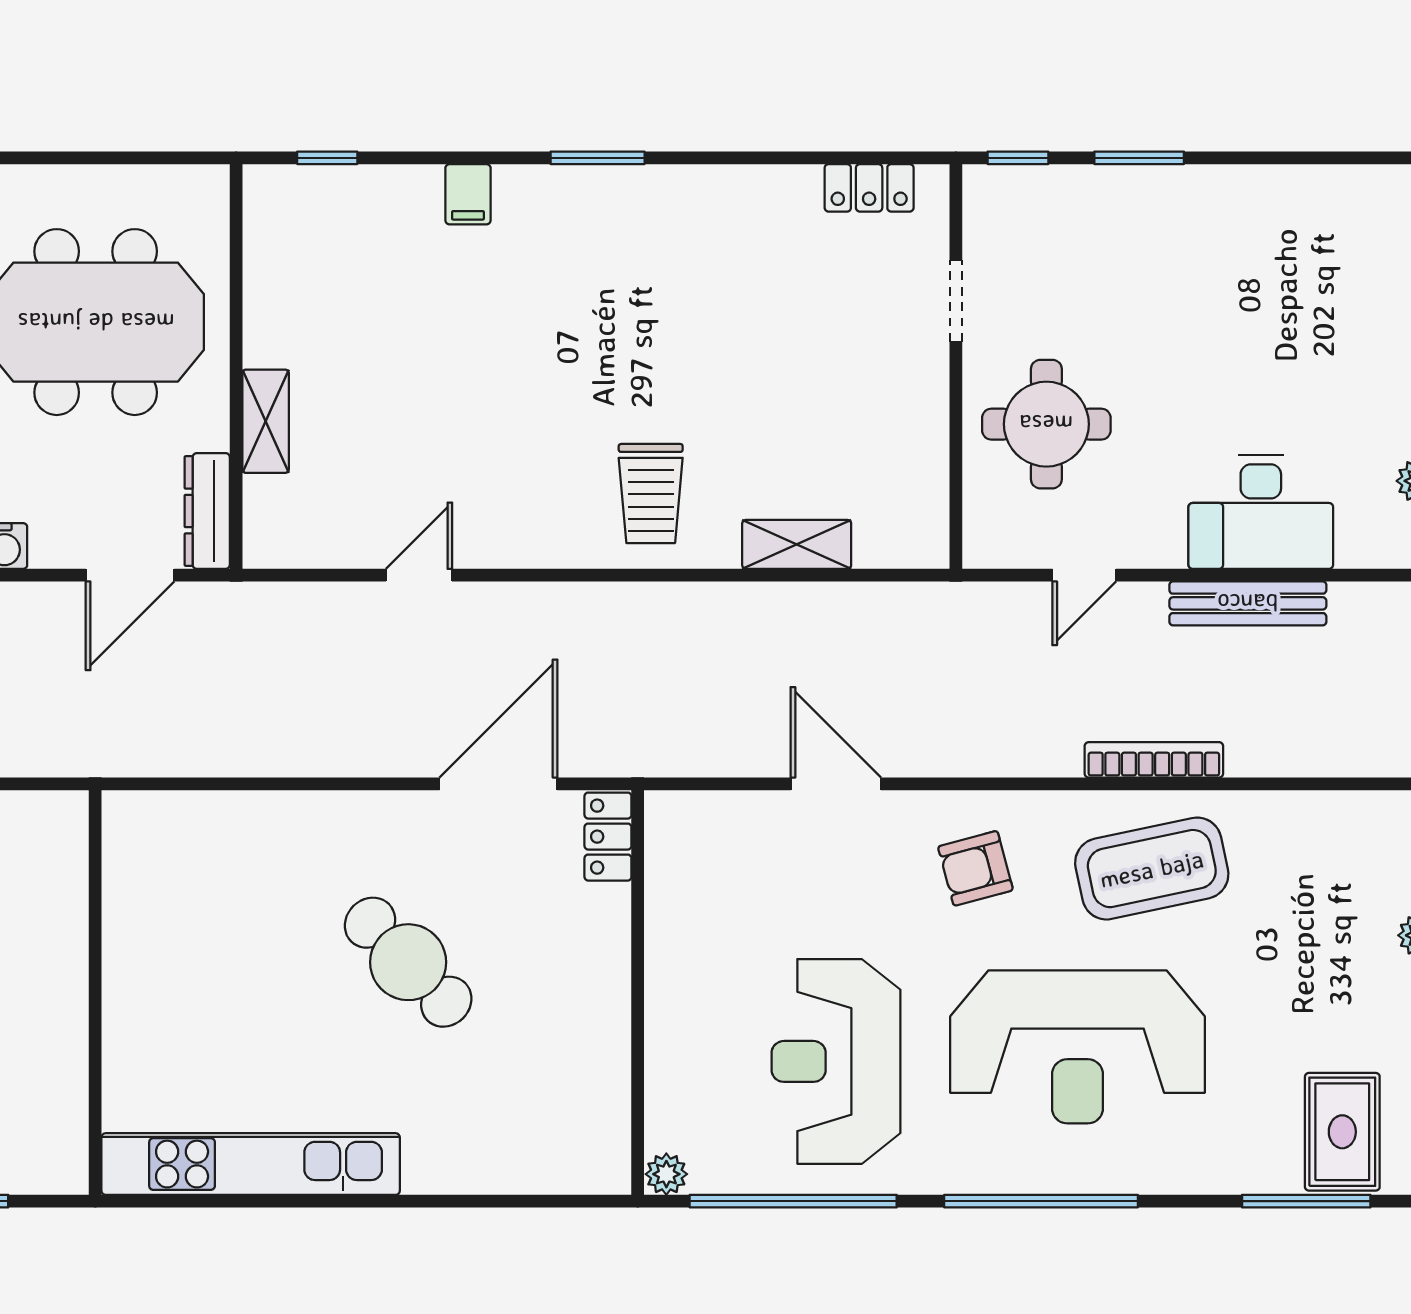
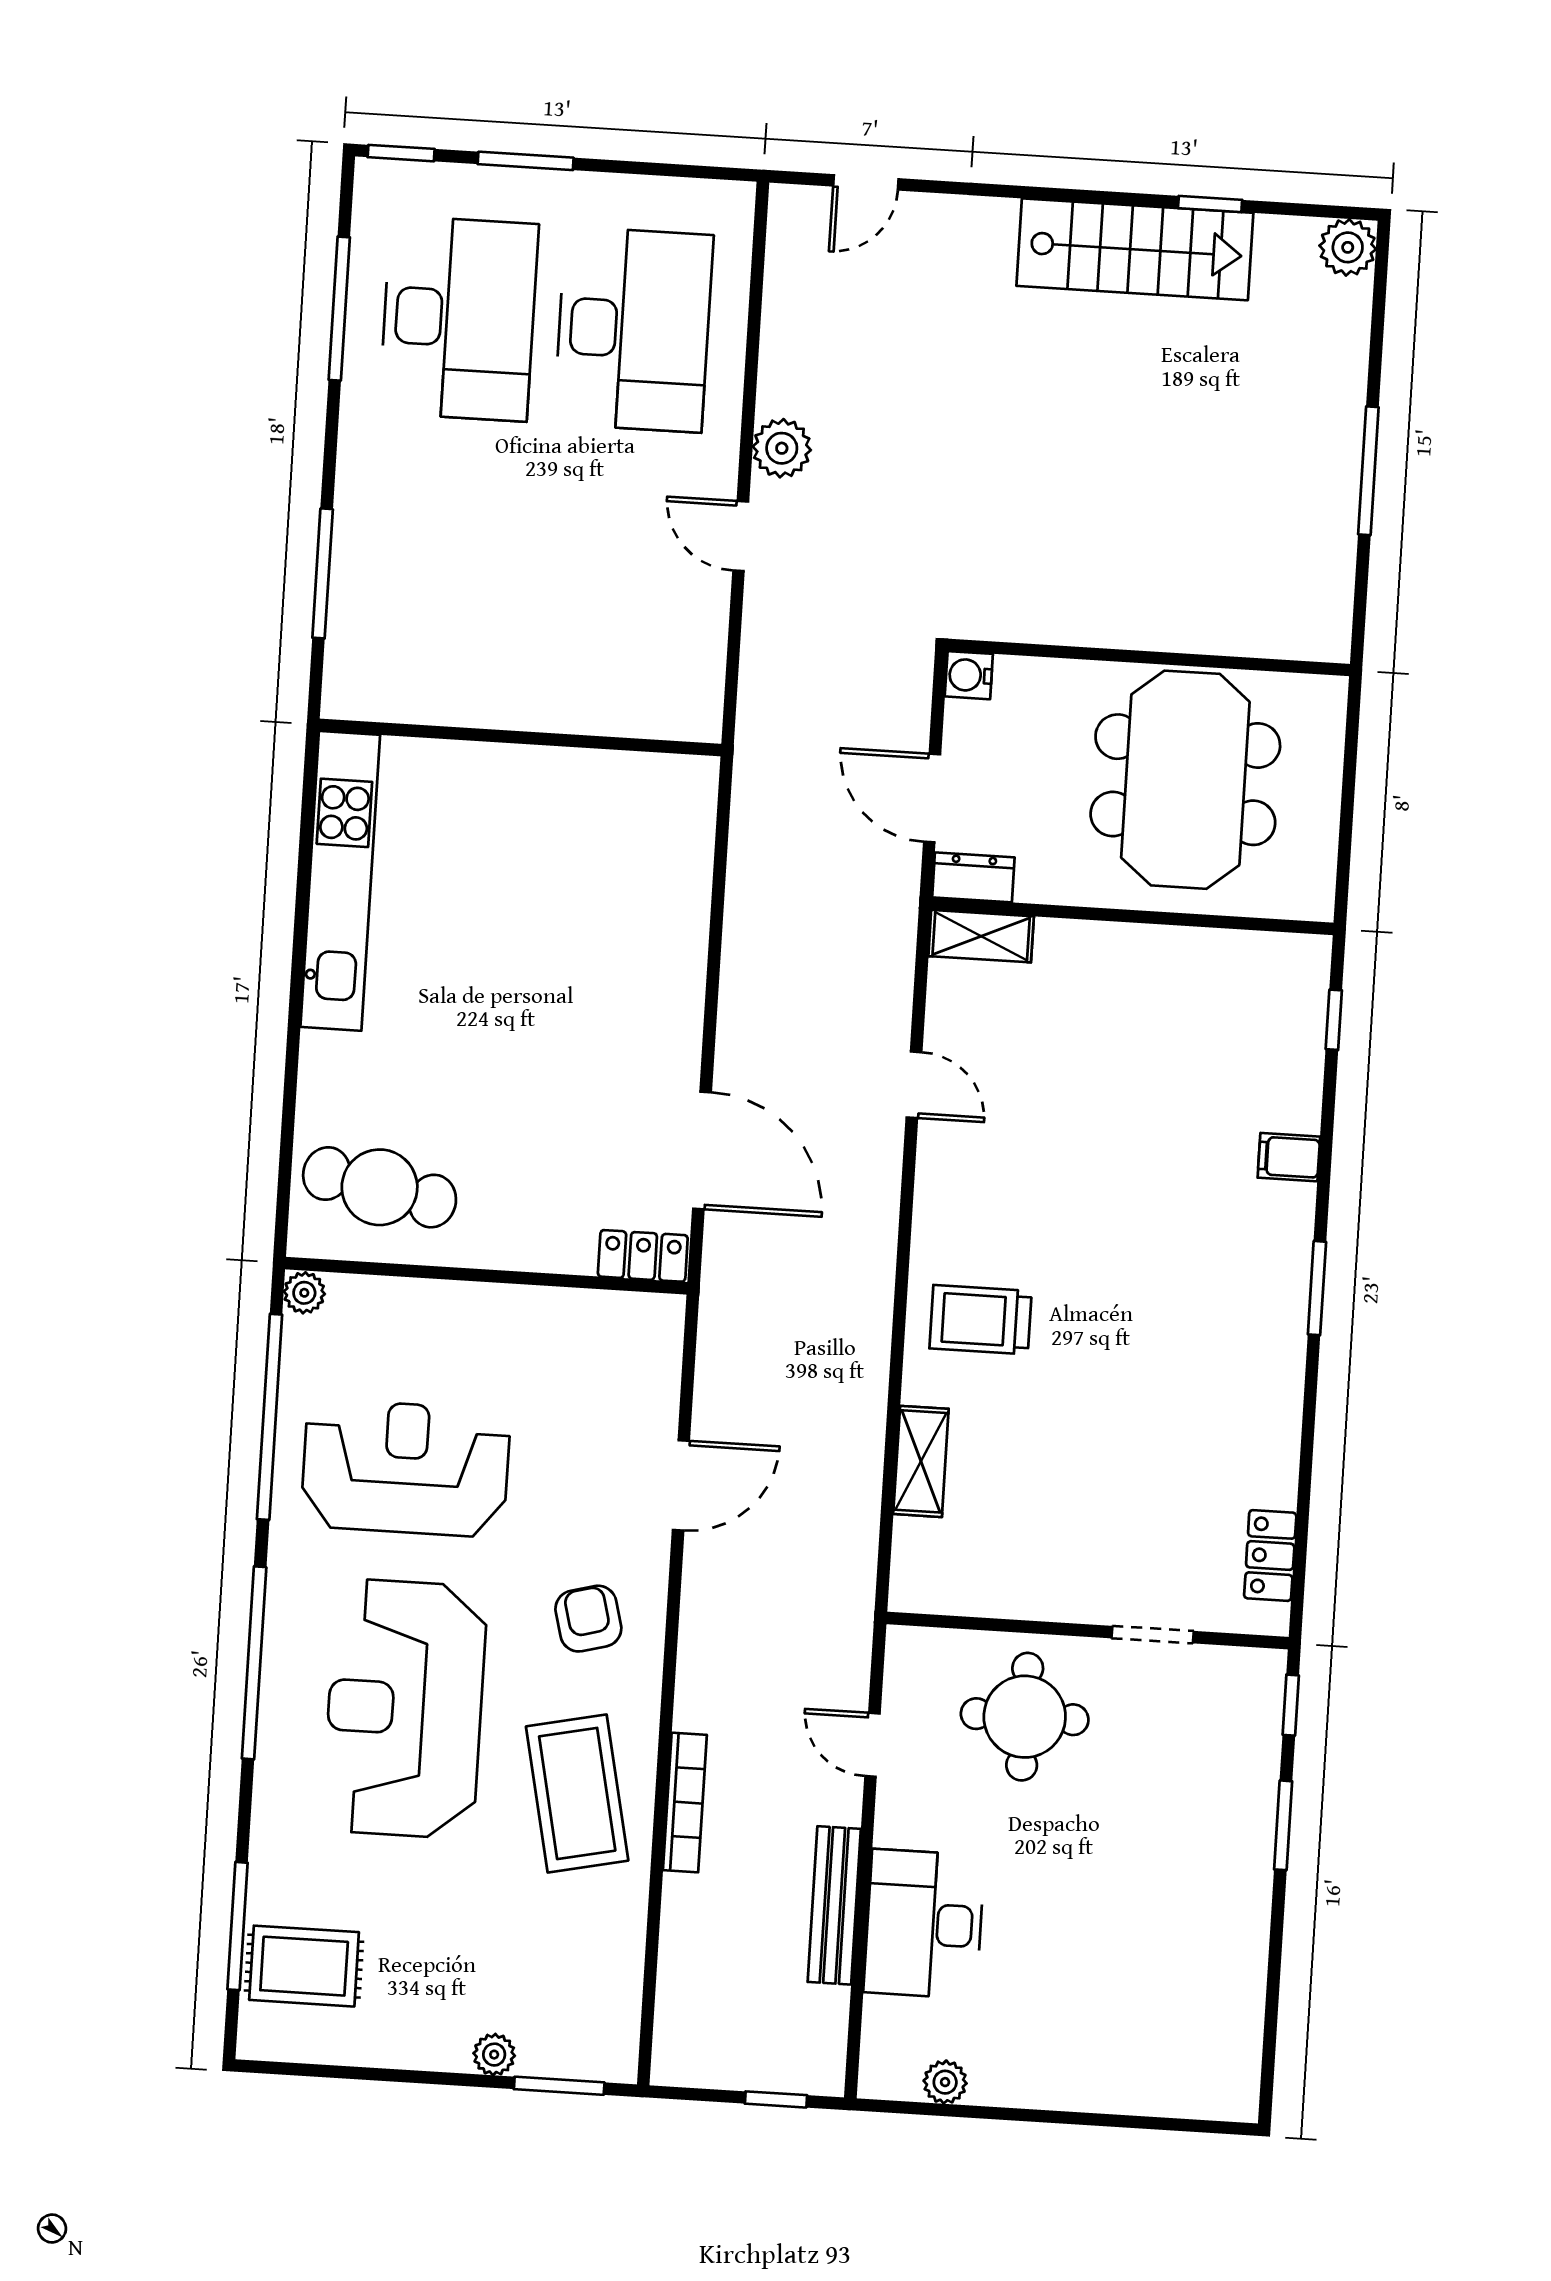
shelving: (266, 421) -> (981, 936), moved
dresser: (207, 511) -> (973, 877), width x0.70
cafe table: (408, 962) -> (380, 1187), moved, turned 55

